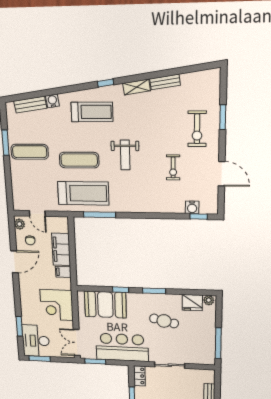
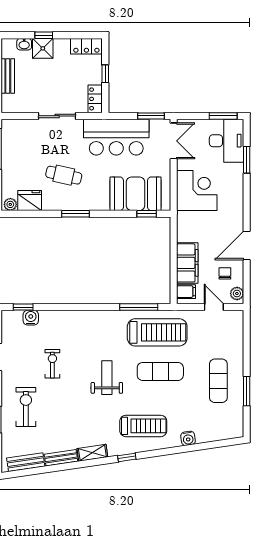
bench: (30, 105) -> (26, 462), moved
treadmill: (92, 112) -> (143, 426), turned 180
exercise mat: (30, 152) -> (218, 381), turned 90
treadmill: (83, 193) -> (157, 332), turned 180
filing cabinet: (63, 272) -> (186, 292), moved
window: (121, 290) -> (147, 214), moved

